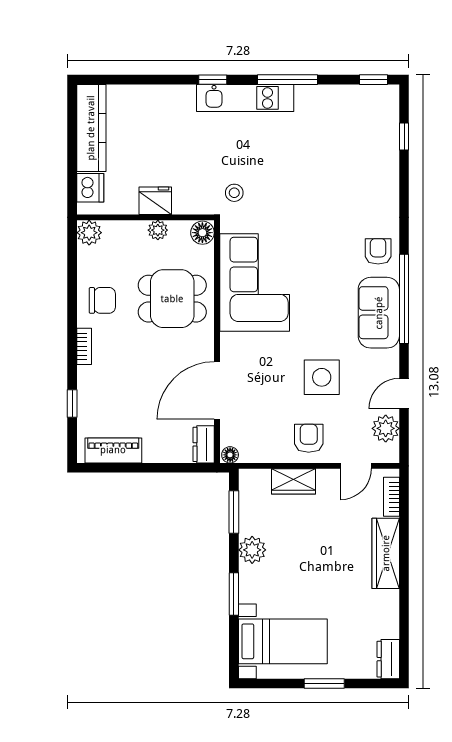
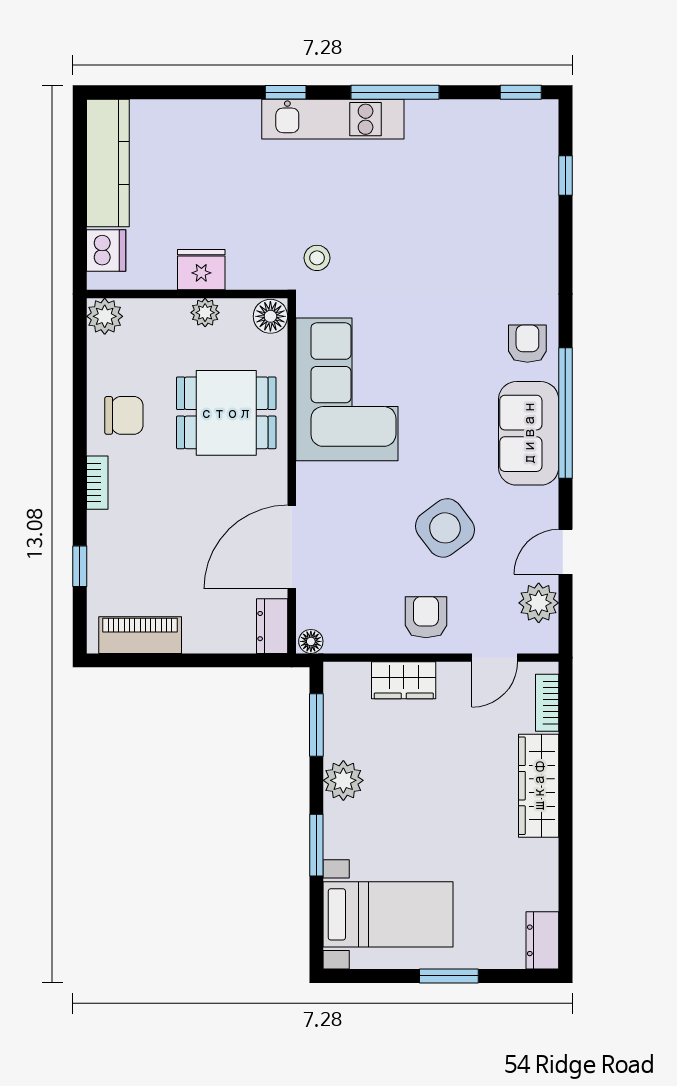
side table: (322, 377) -> (445, 528), turned -37

